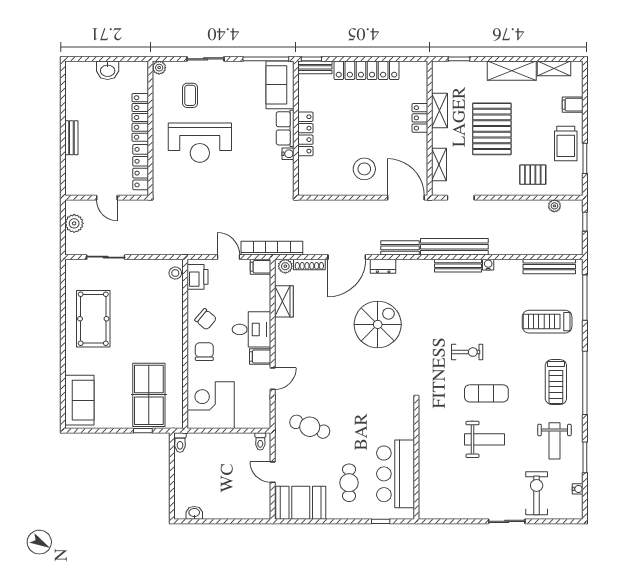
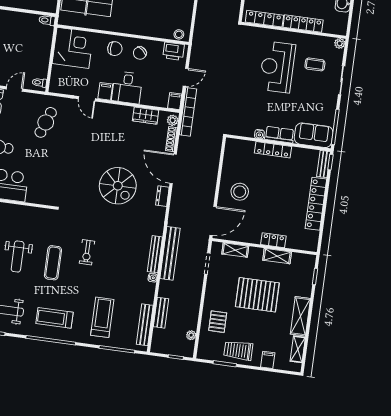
bench: (400, 248) -> (161, 313), moved

